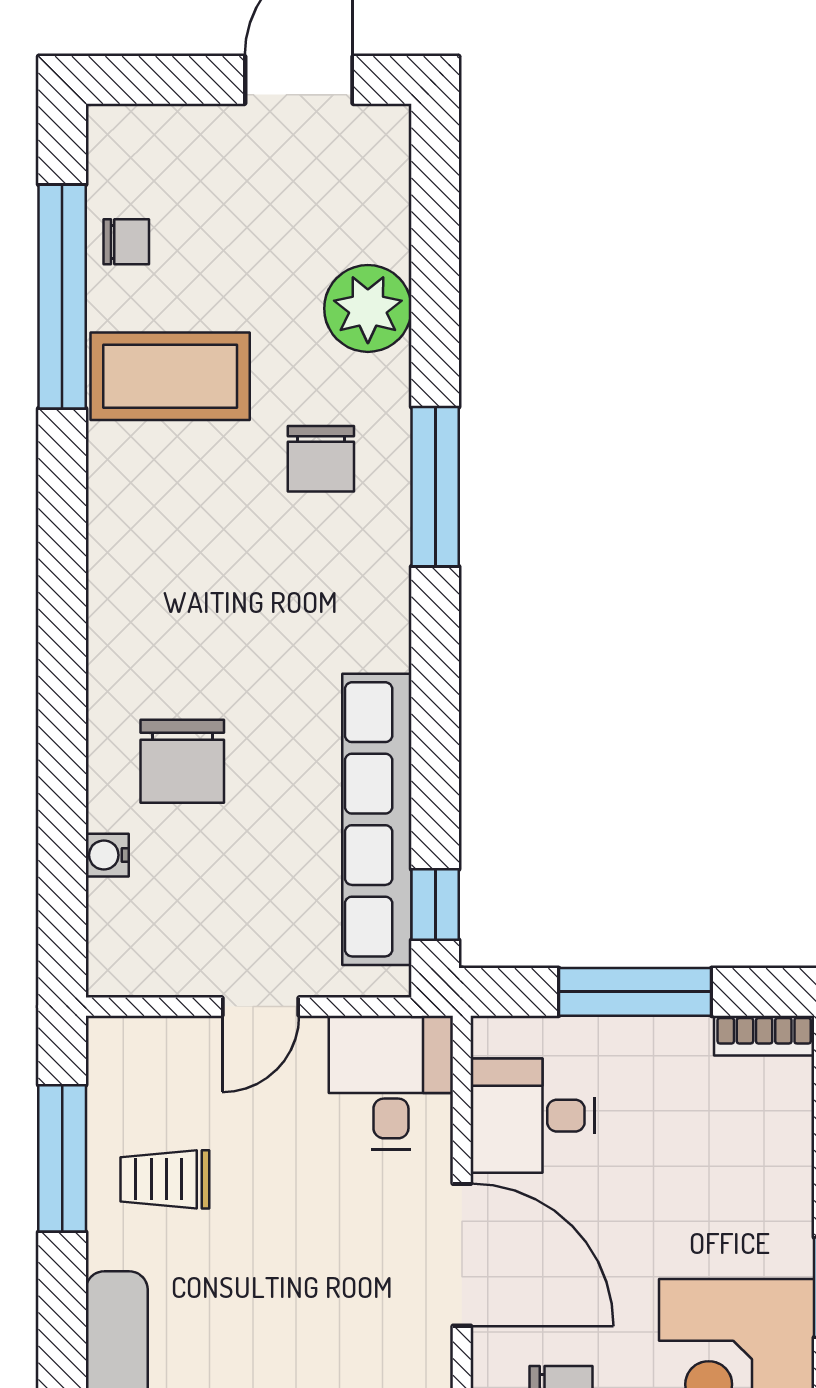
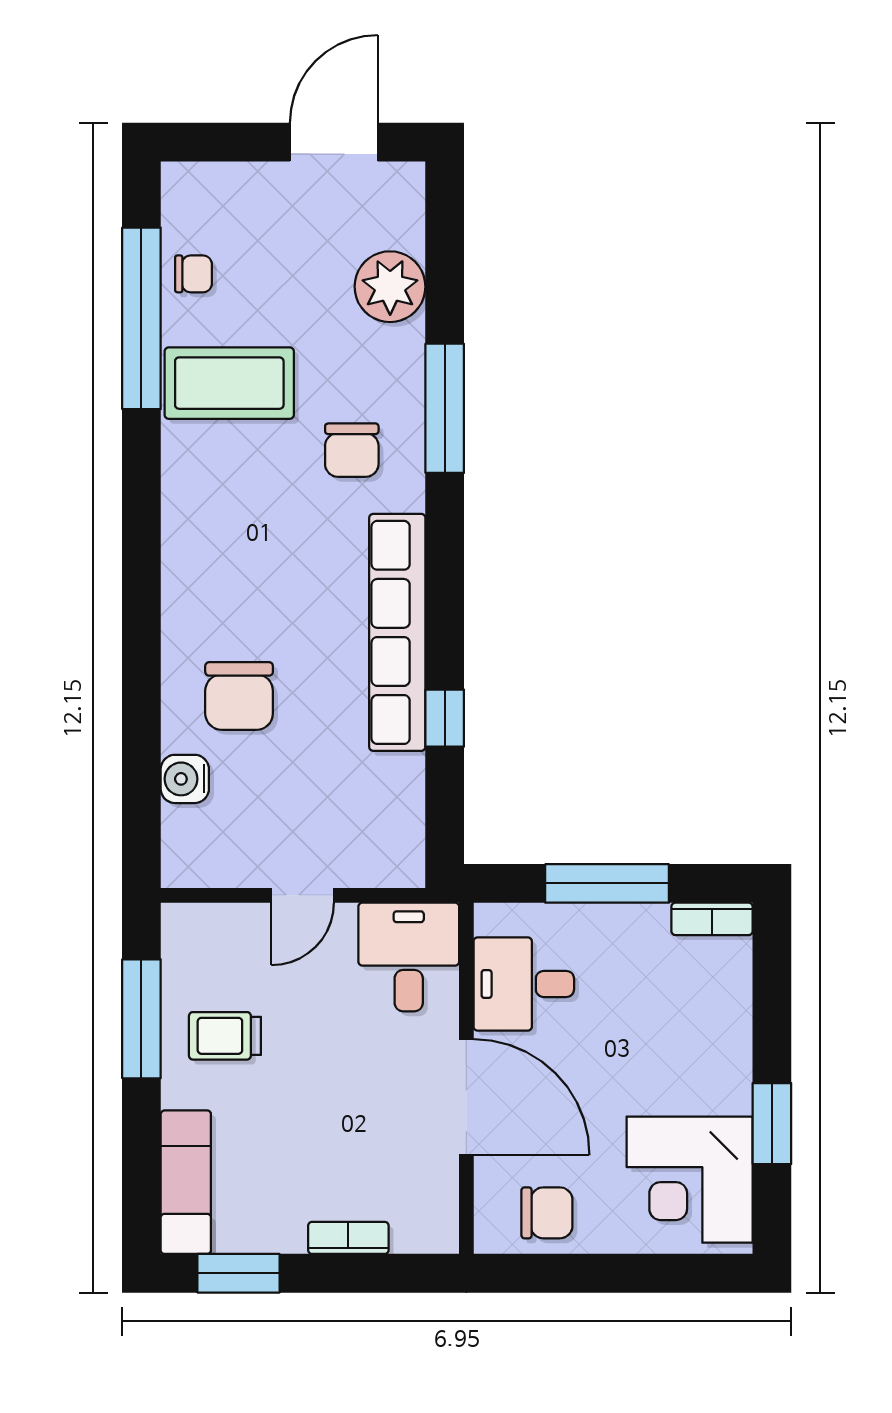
plant: (368, 308) -> (390, 287), moved
window: (435, 487) -> (445, 408), moved
row of seats: (377, 819) -> (397, 632), moved
water cooler: (107, 855) -> (185, 779), width x1.38, depth x1.38
window: (435, 905) -> (445, 718), moved

